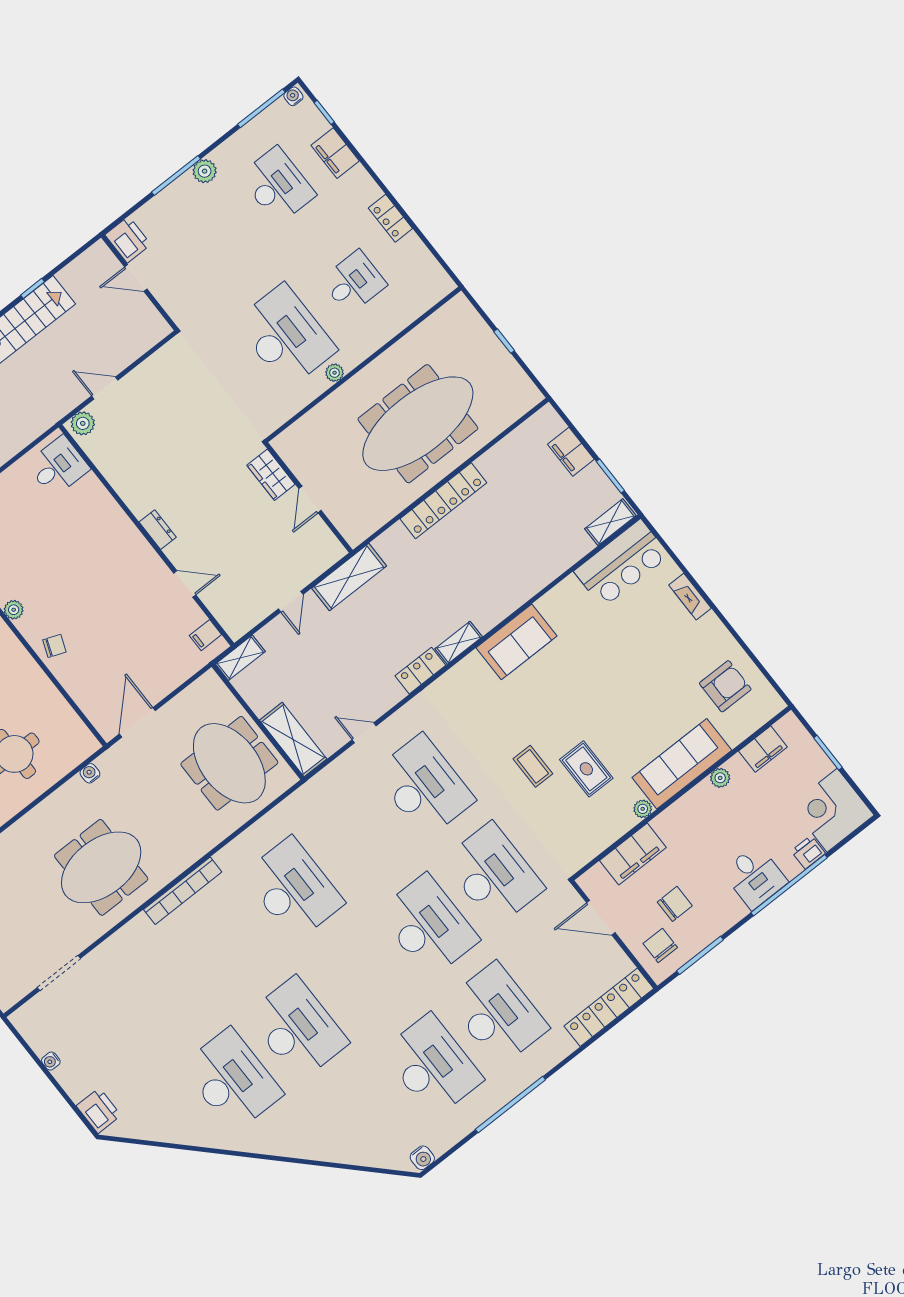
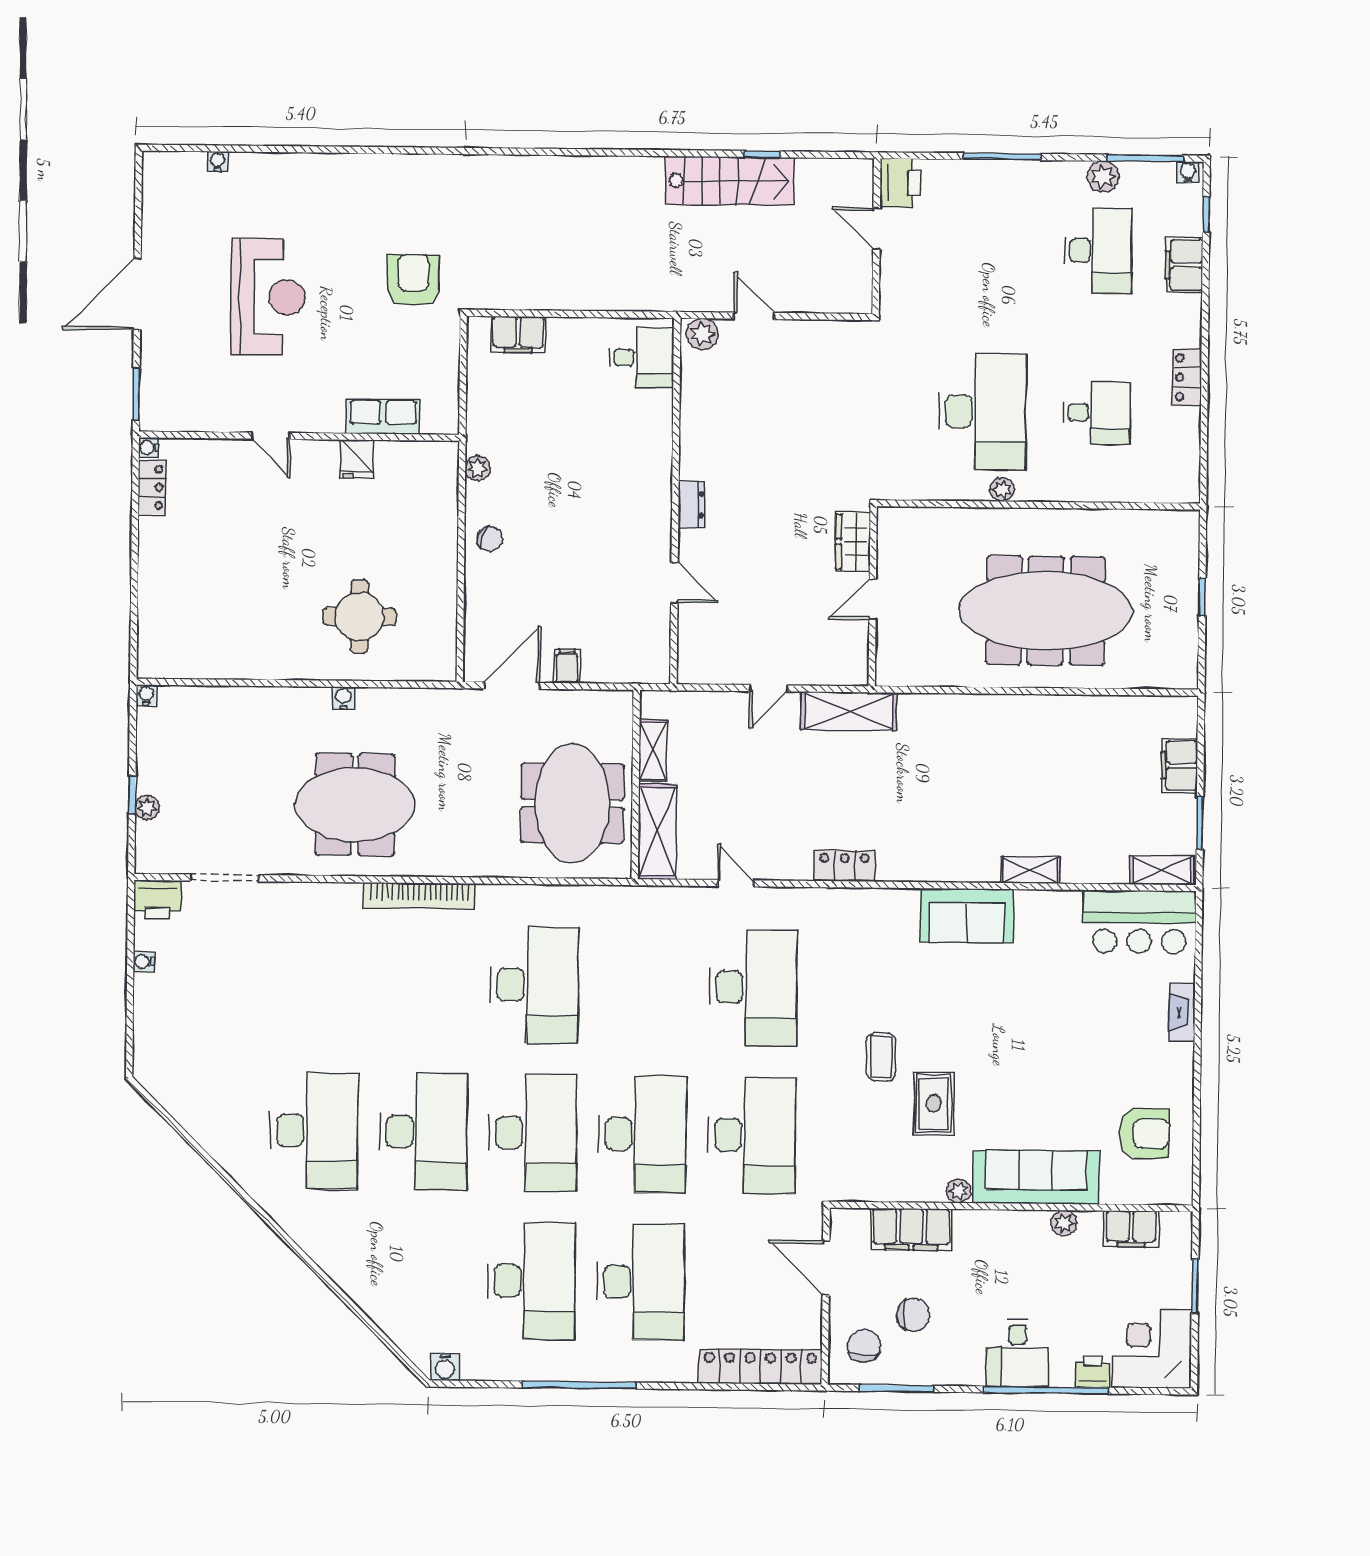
plant: (205, 171) -> (1103, 176), moved
locker: (443, 501) -> (1008, 711), removed
filing cabinet: (205, 635) -> (567, 666), moved, turned 90
shelving: (459, 643) -> (1030, 870), moved
shelving: (240, 658) -> (653, 751), moved, turned 90
water cooler: (90, 773) -> (344, 698), moved
desk: (363, 977) -> (533, 1133), added
printer: (99, 1111) -> (158, 900), moved, turned 90

